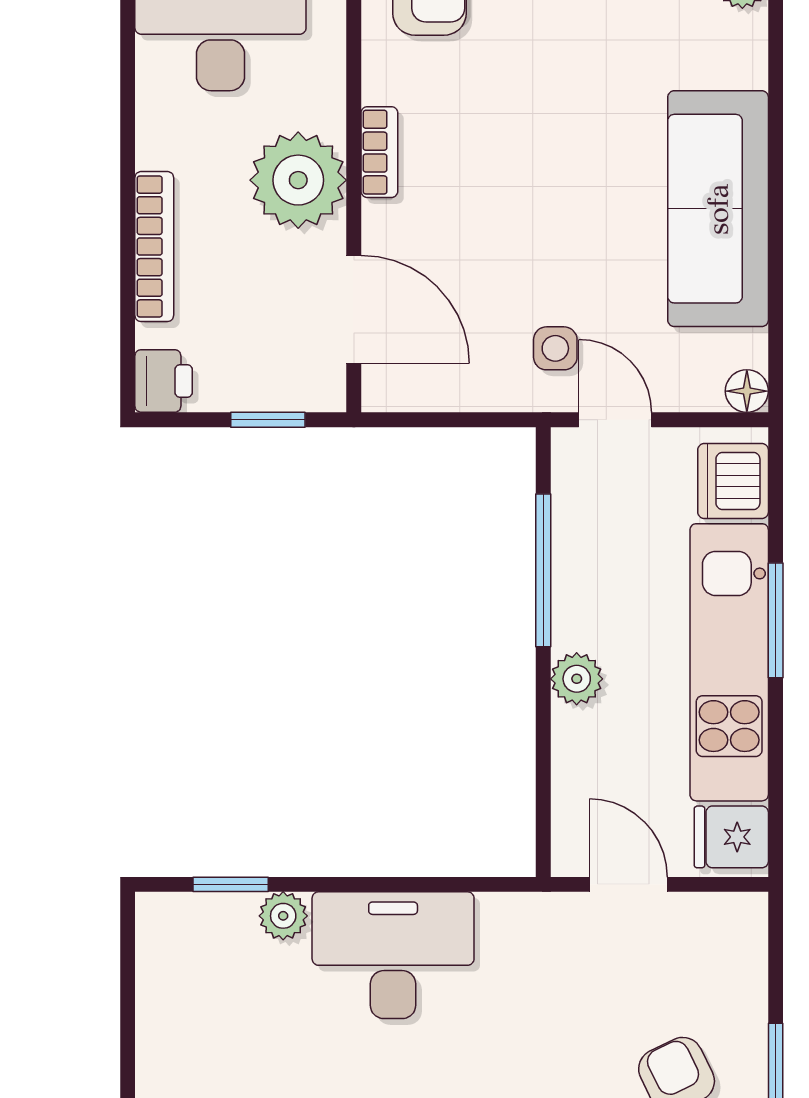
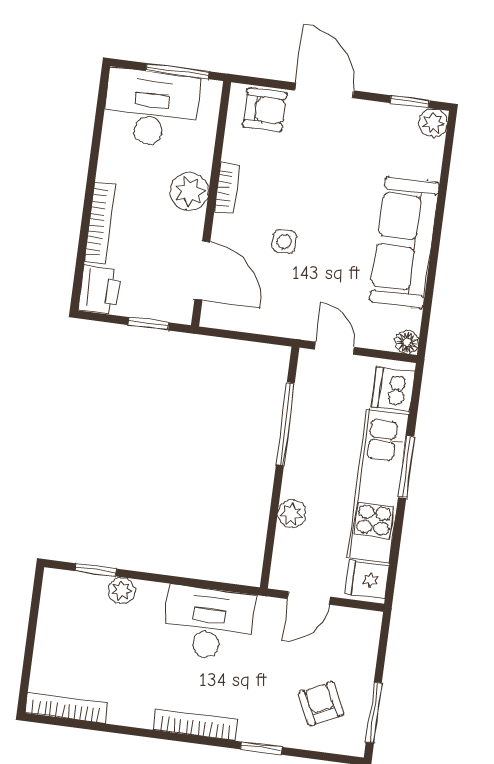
plant: (298, 180) -> (189, 192), width x0.73, depth x0.73
side table: (555, 348) -> (284, 242), moved
printer: (164, 381) -> (100, 290), width x1.36, depth x1.24
plant: (577, 679) -> (292, 514), moved
door: (628, 884) -> (309, 598), swing flipped
desk: (393, 955) -> (209, 623), moved

